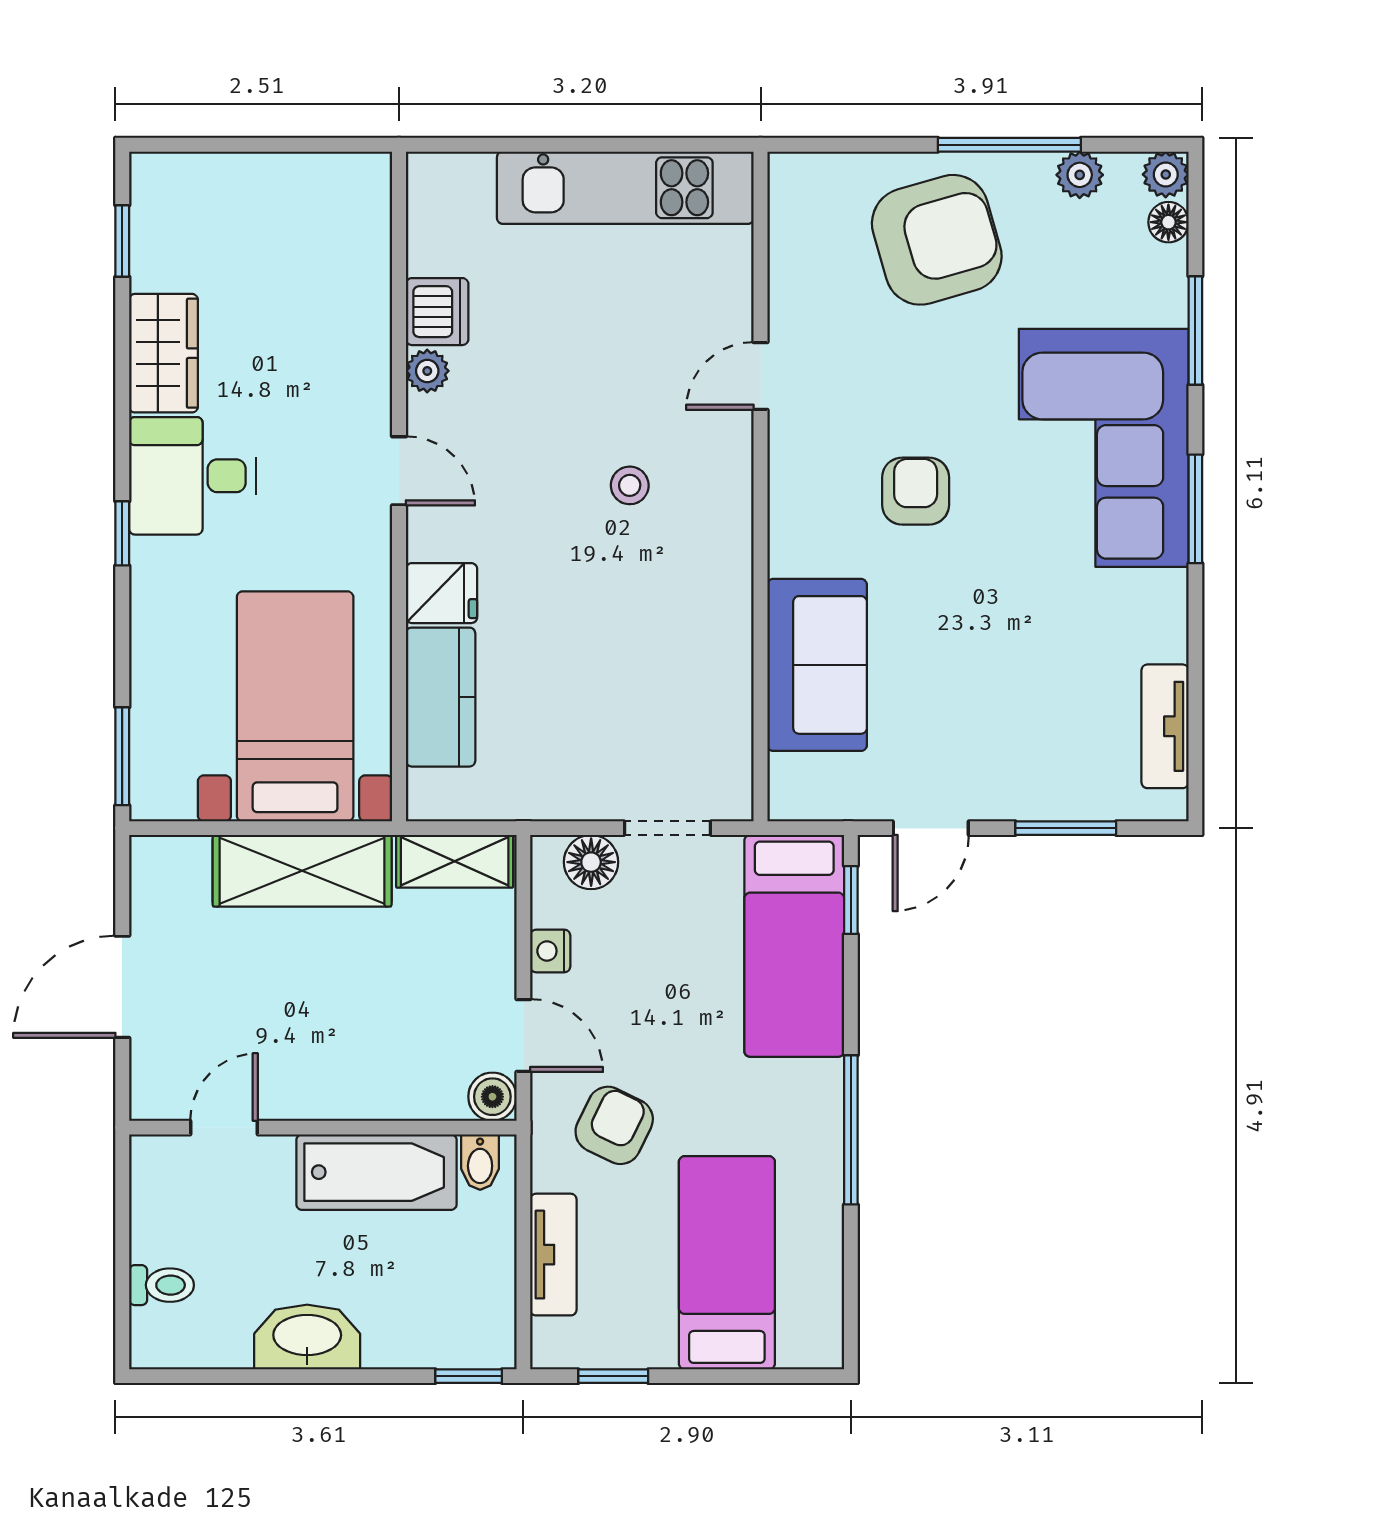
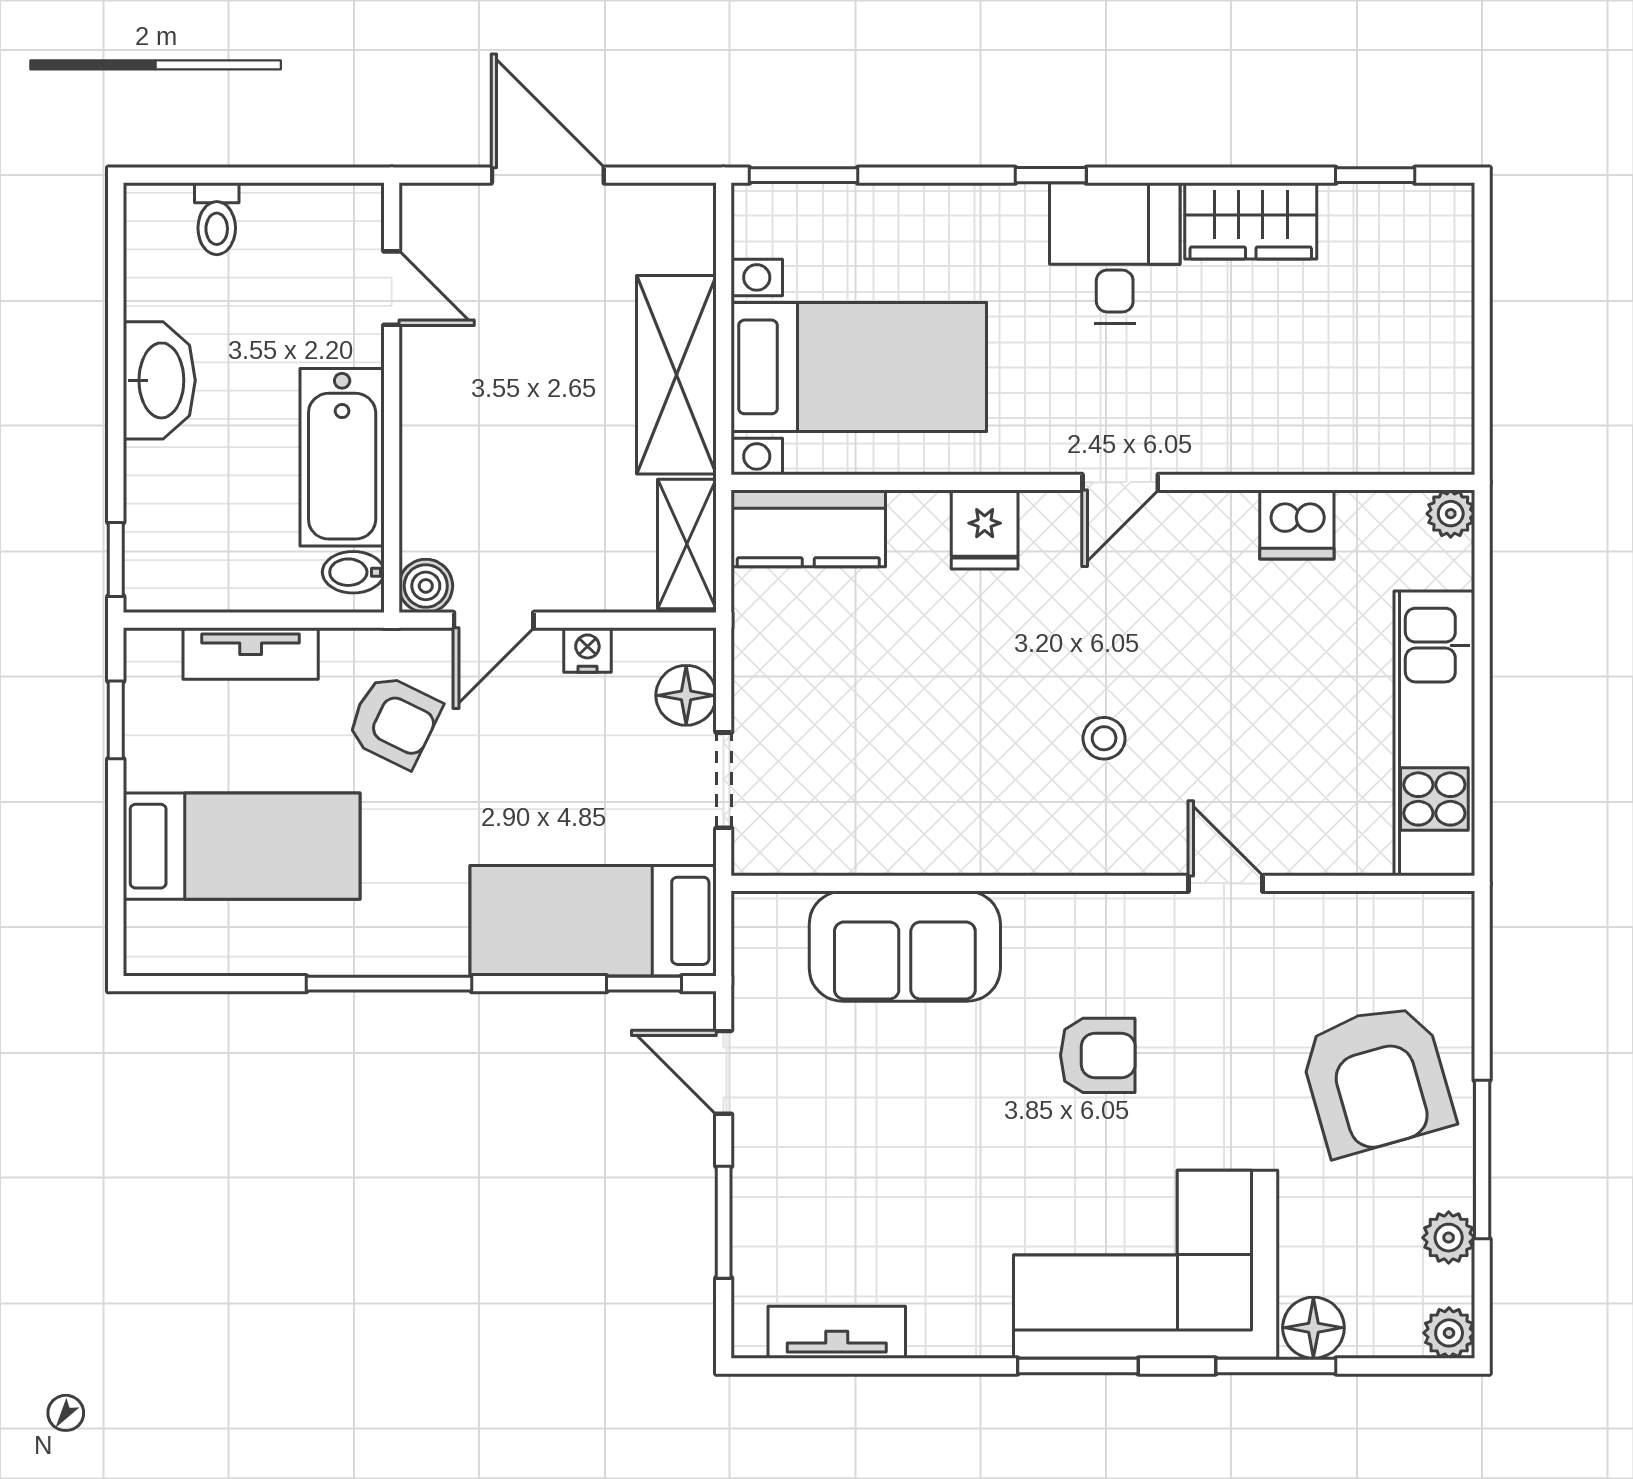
floor lamp: (1168, 222) -> (1313, 1328), moved, width x1.37, depth x1.37
plant: (427, 371) -> (1451, 514), moved
kitchen counter: (441, 697) -> (808, 528), moved

